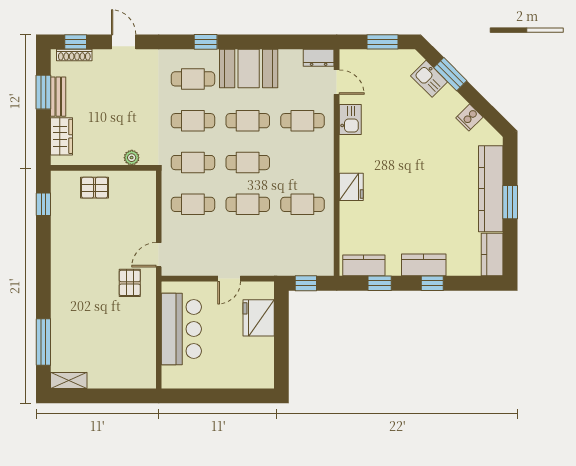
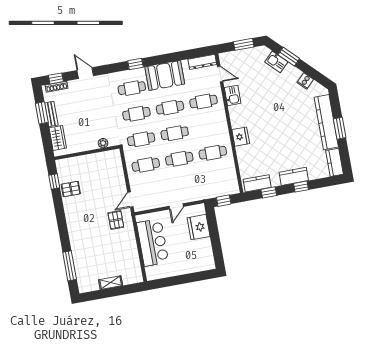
dresser: (319, 58) -> (202, 62), width x1.44
pallet: (95, 188) -> (71, 189), moved
shelving: (69, 380) -> (111, 283), moved

